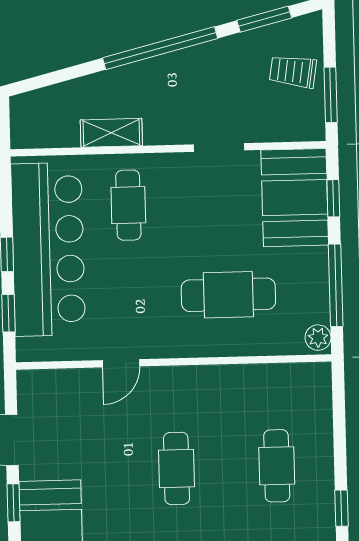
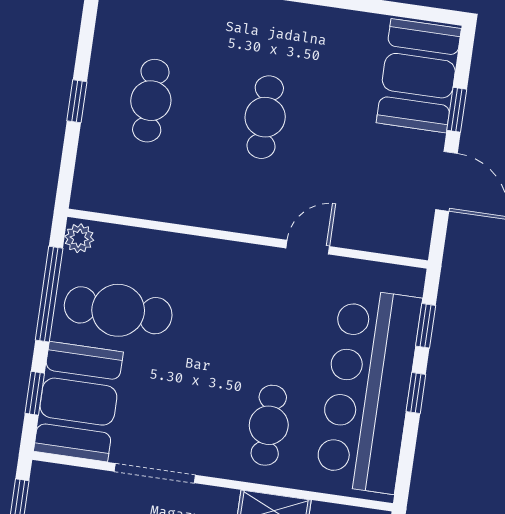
doorway: (219, 147) -> (155, 473), width x1.38
cafe table: (228, 295) -> (118, 310), moved
window: (341, 508) -> (77, 101), moved

